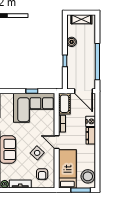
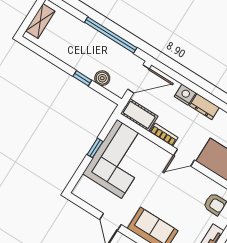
boiler: (72, 42) -> (102, 78), moved
side table: (37, 153) -> (182, 193), removed

